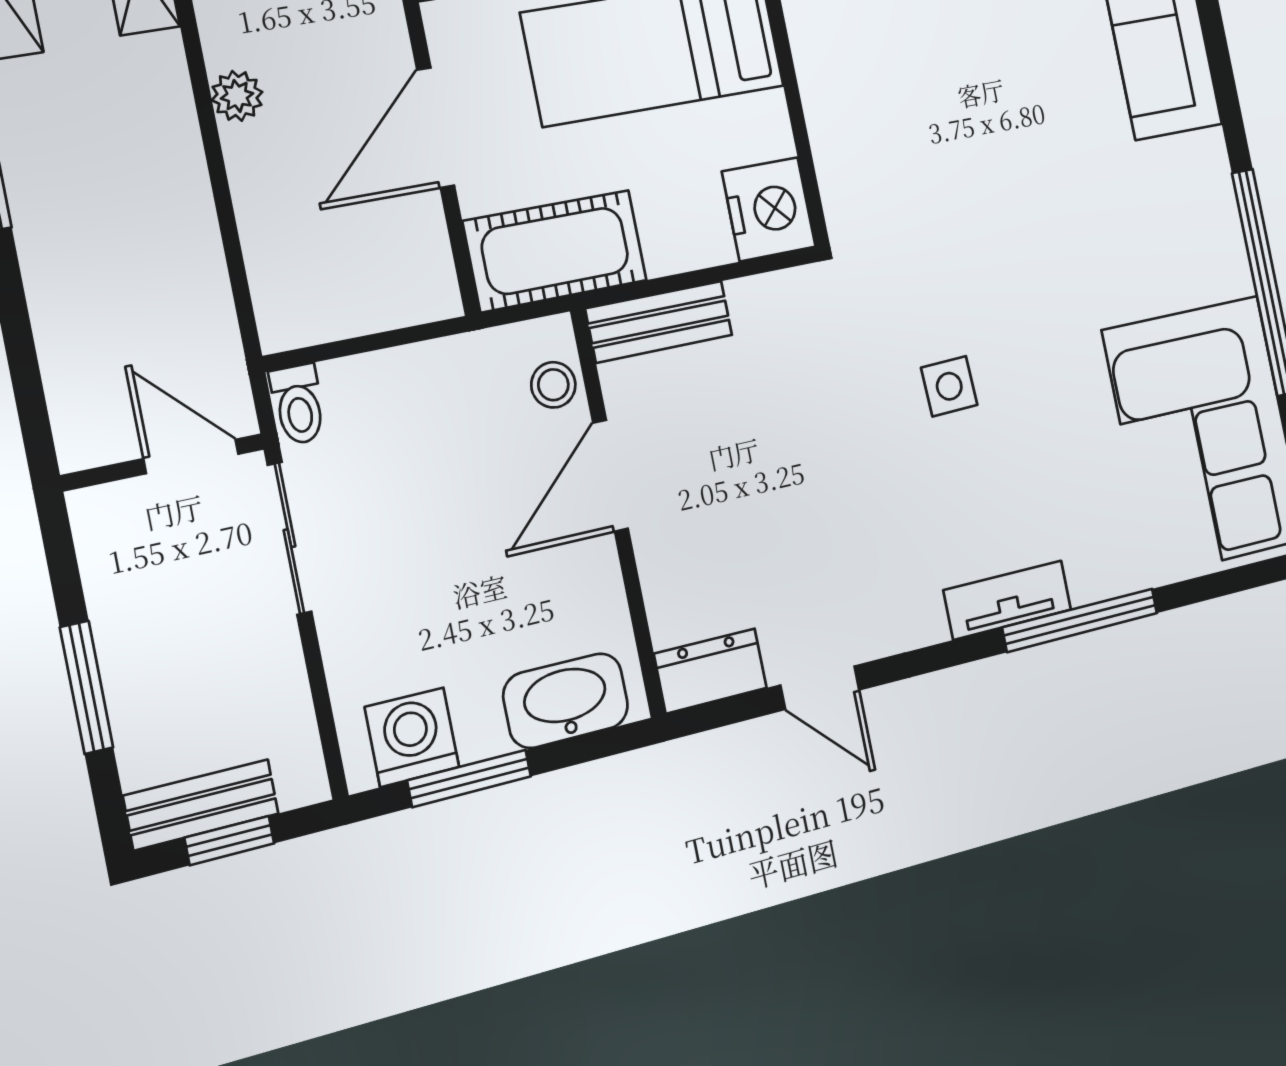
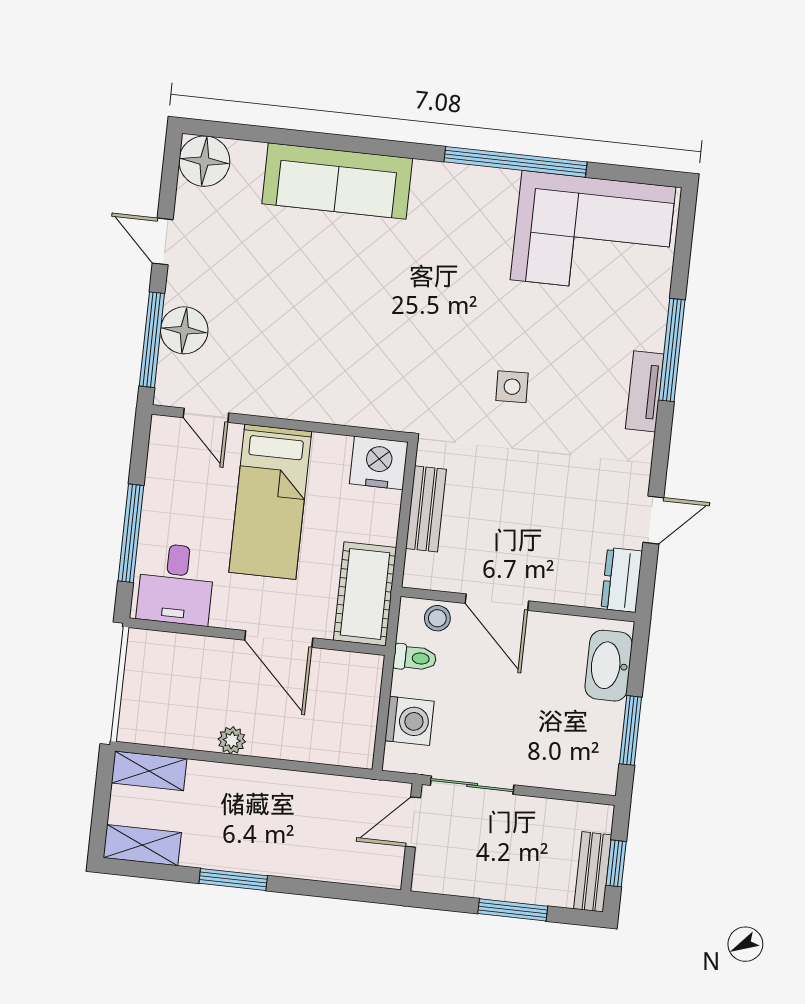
bench: (659, 322) -> (426, 509), moved
toilet: (298, 404) -> (415, 658), moved
washing machine: (412, 737) -> (409, 721), moved, turned 180

